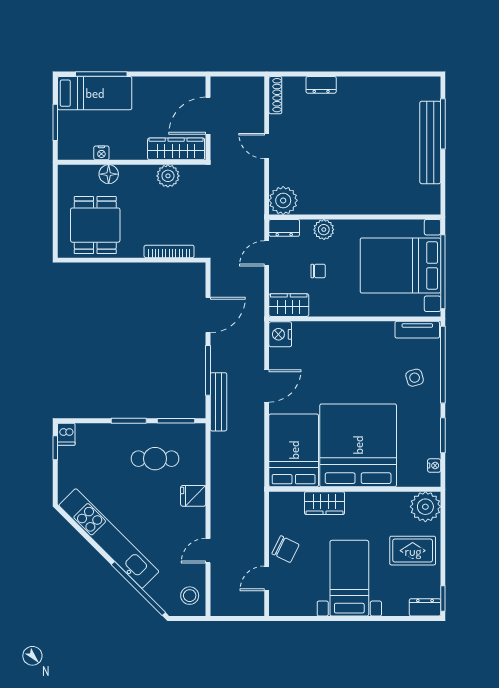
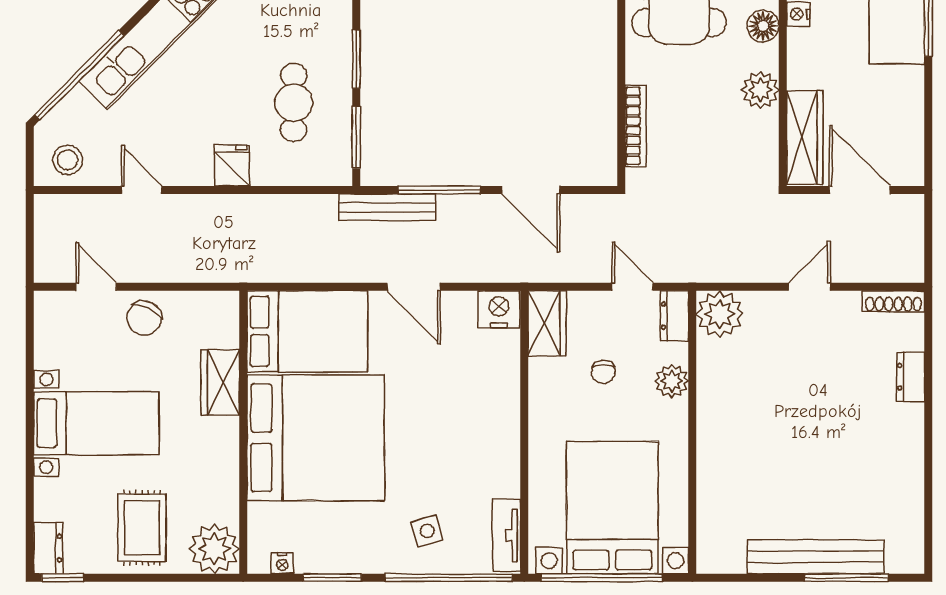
plant: (168, 176) -> (760, 90), moved

